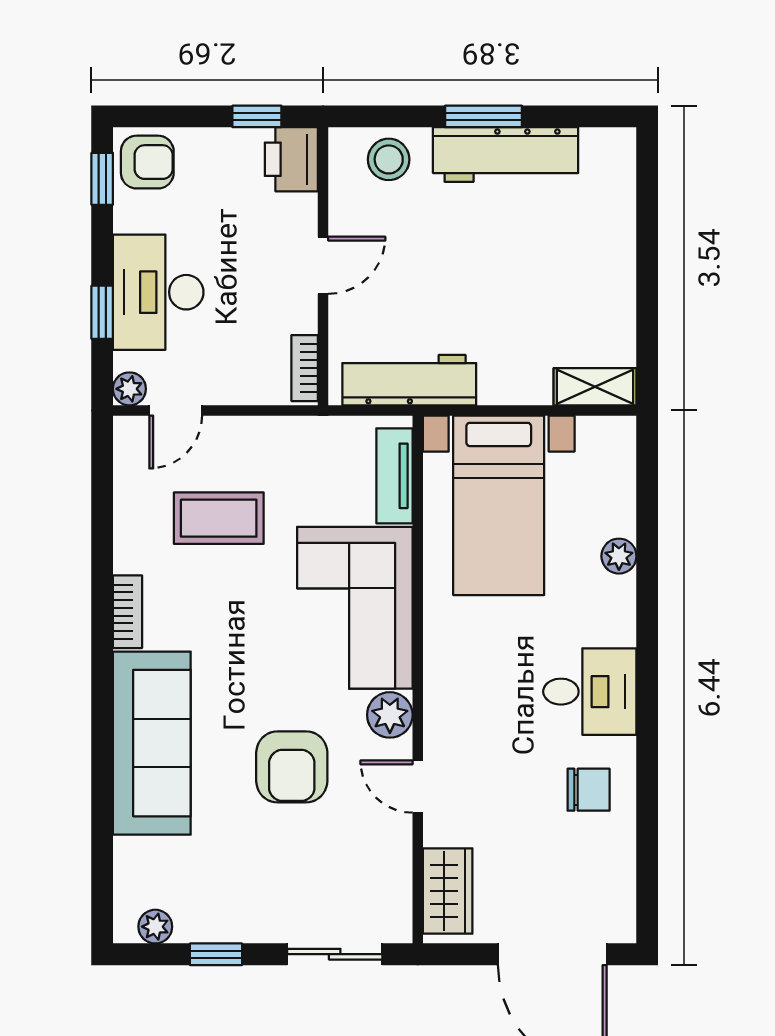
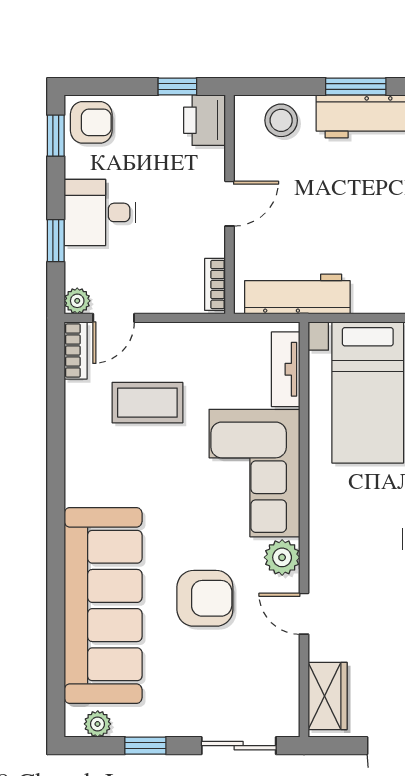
desk: (158, 292) -> (100, 212), width x0.73
bookcase: (127, 612) -> (76, 351), moved
sofa: (152, 743) -> (103, 605), width x1.36, depth x1.27
armchair: (292, 767) -> (205, 598), turned -90

